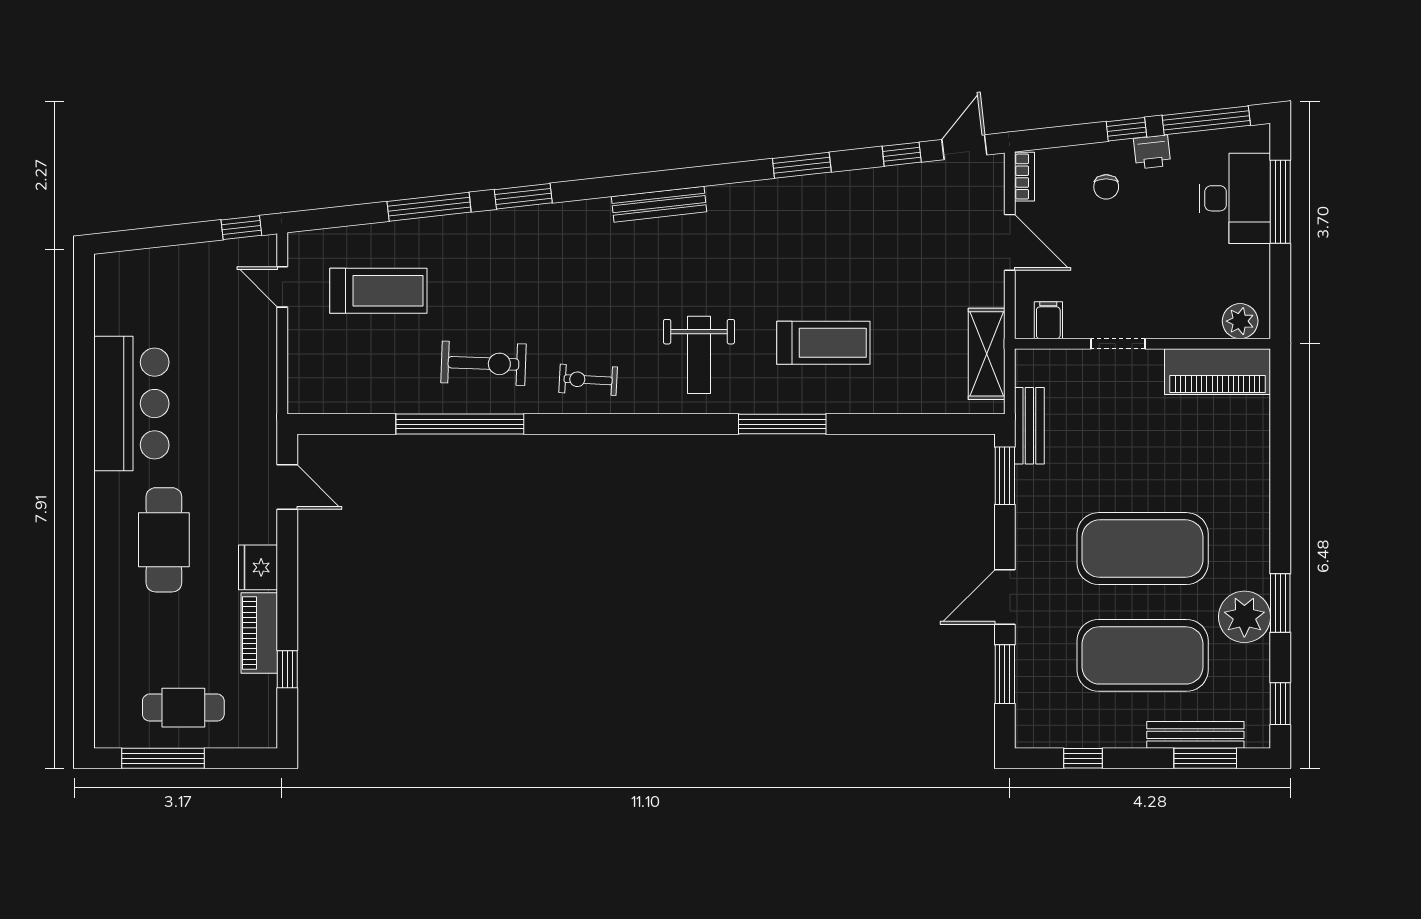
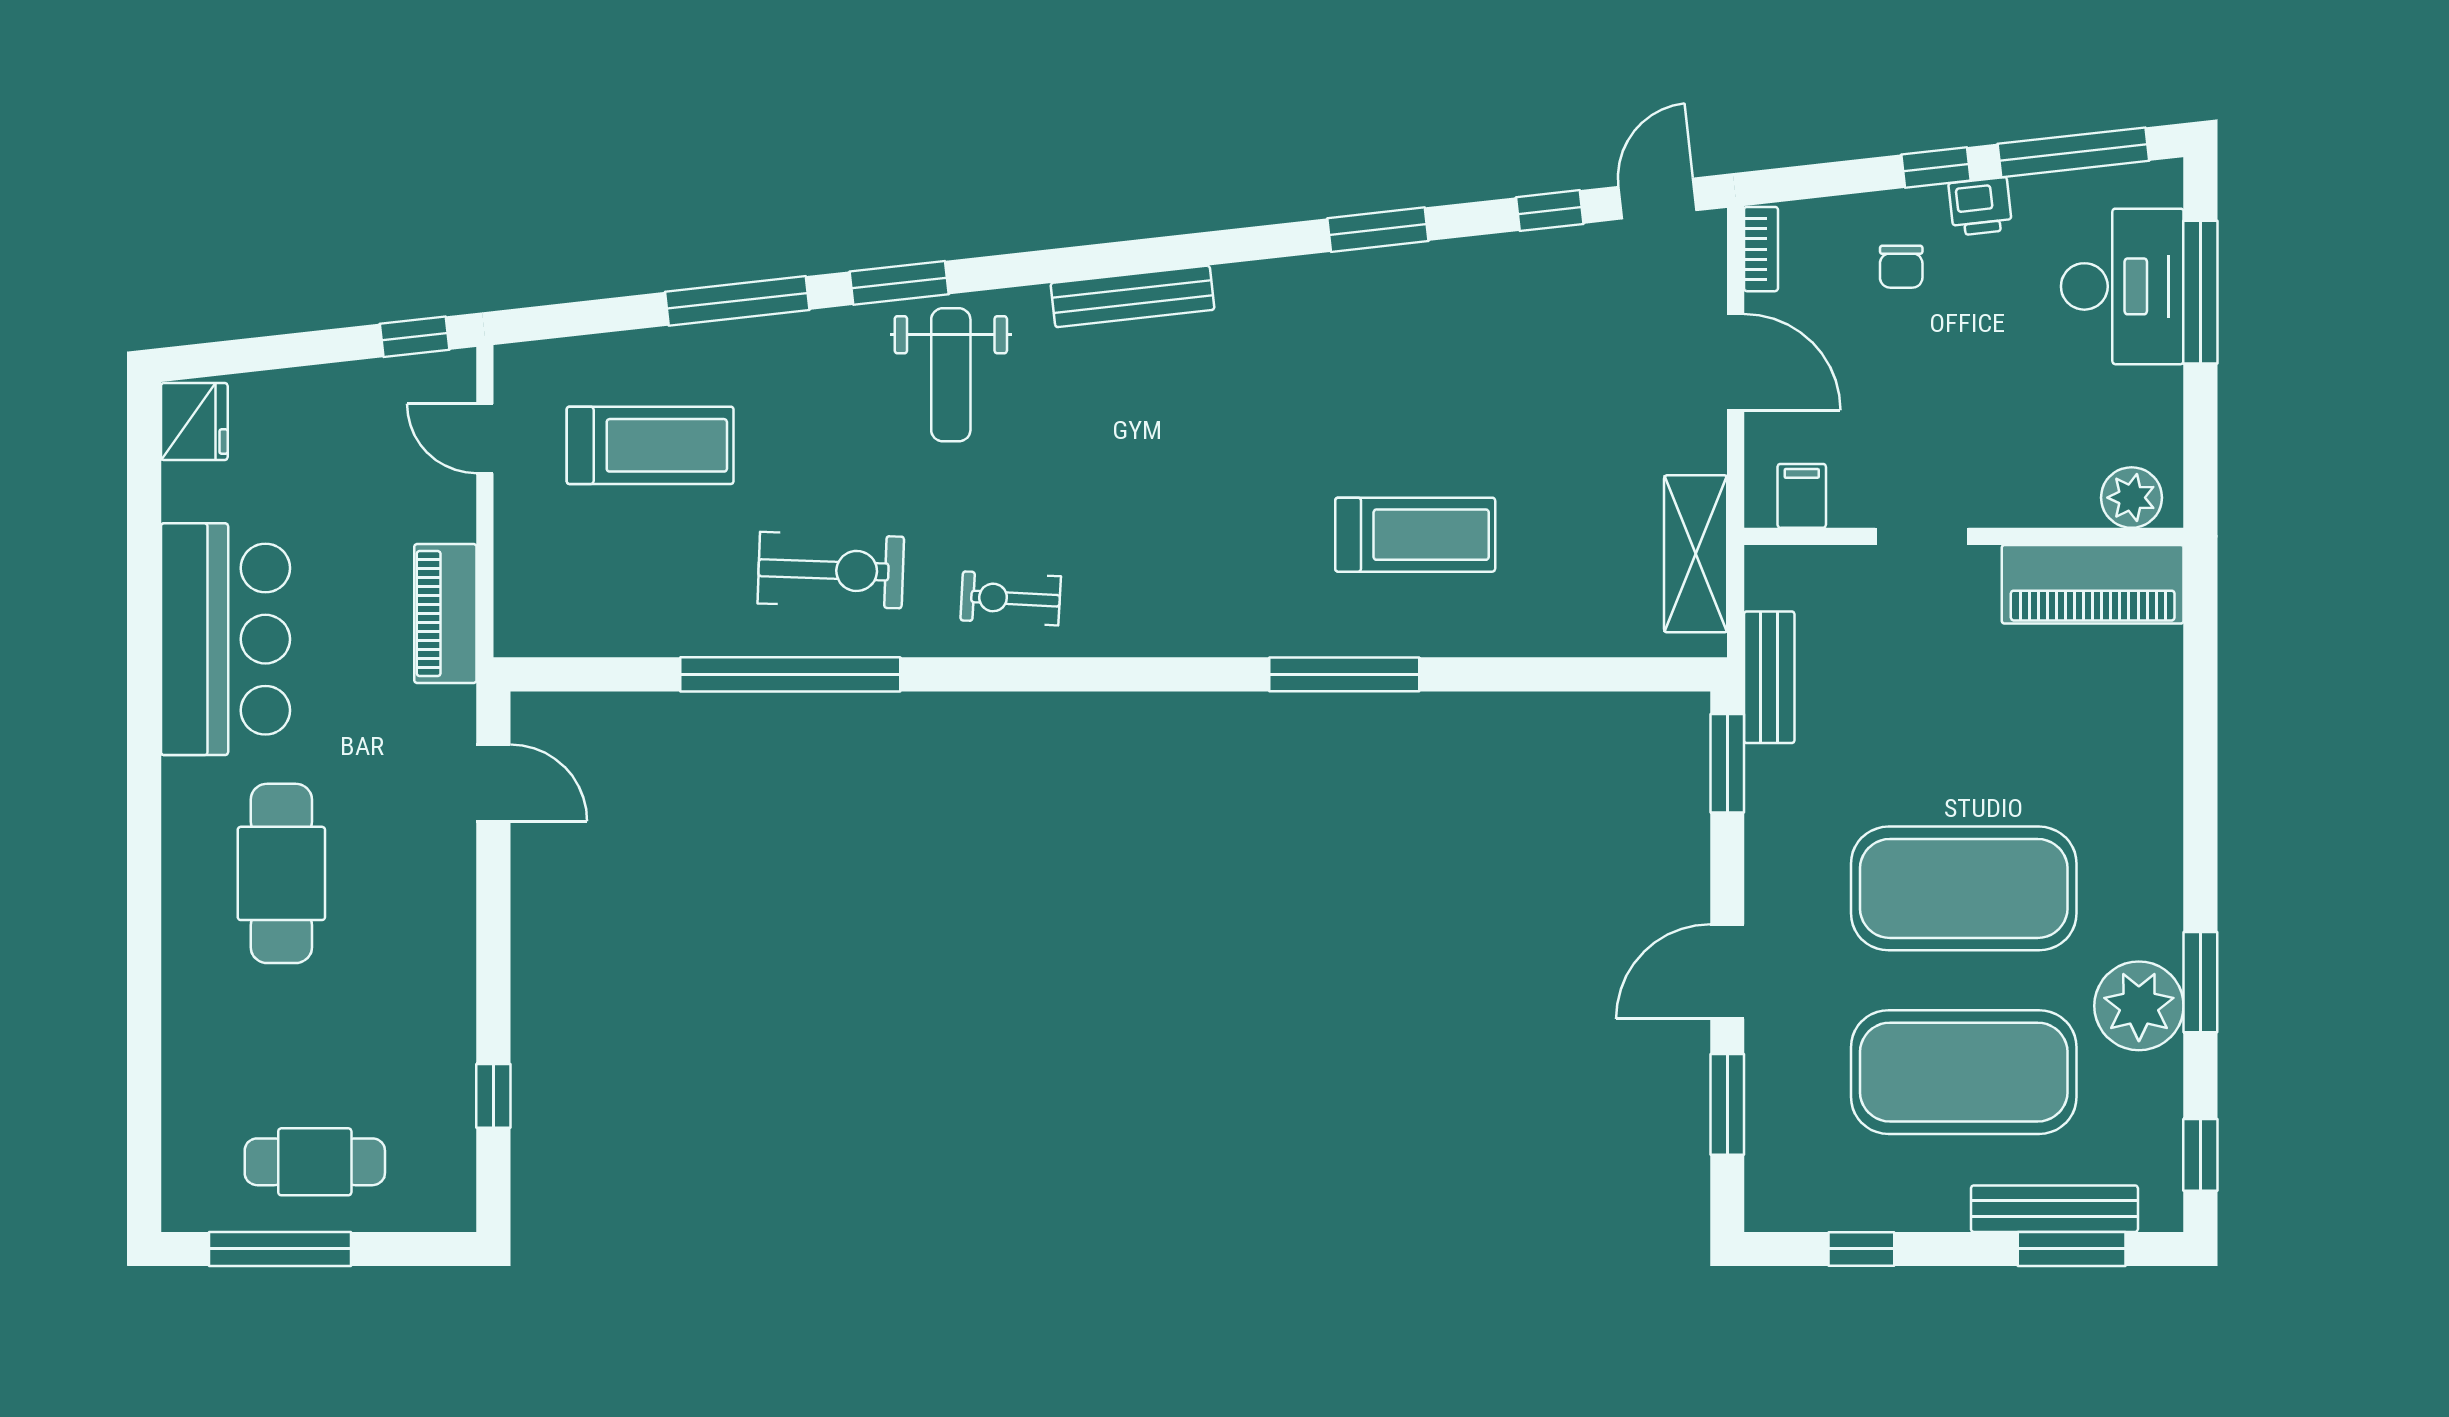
weight bench: (699, 355) -> (951, 375), moved
fridge: (258, 567) -> (194, 421), moved, turned 180
piano: (259, 633) -> (445, 614), moved

